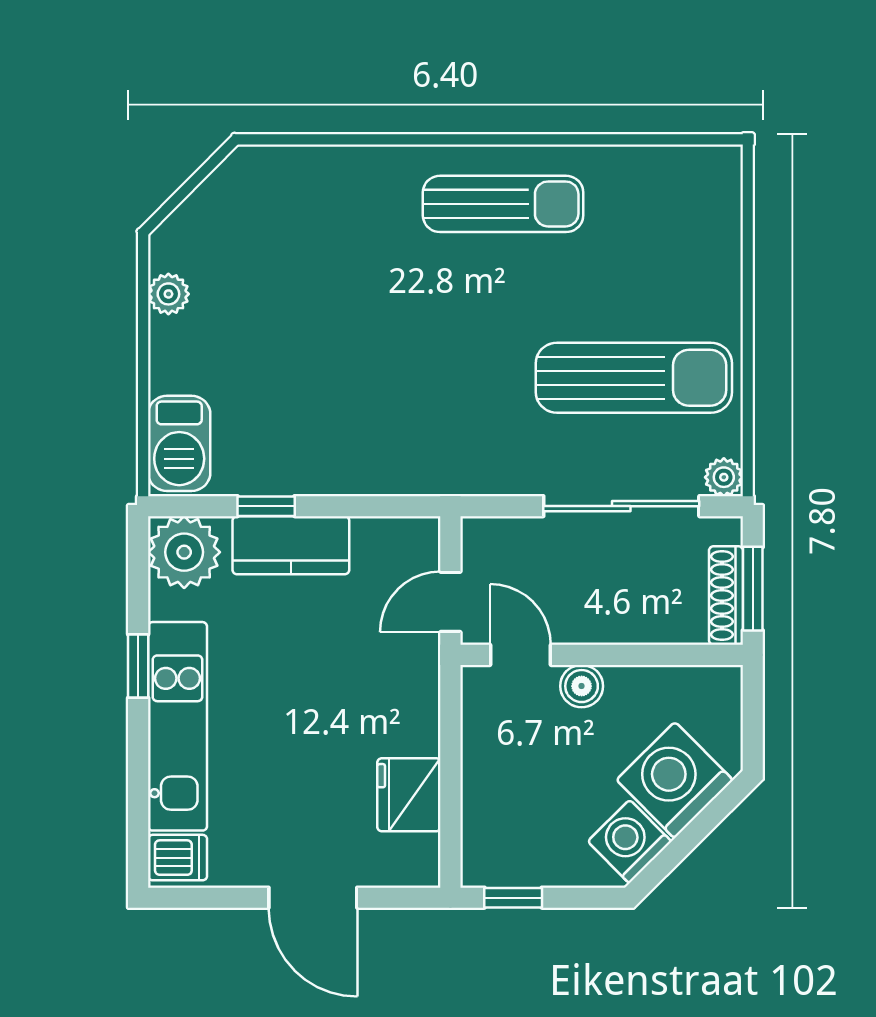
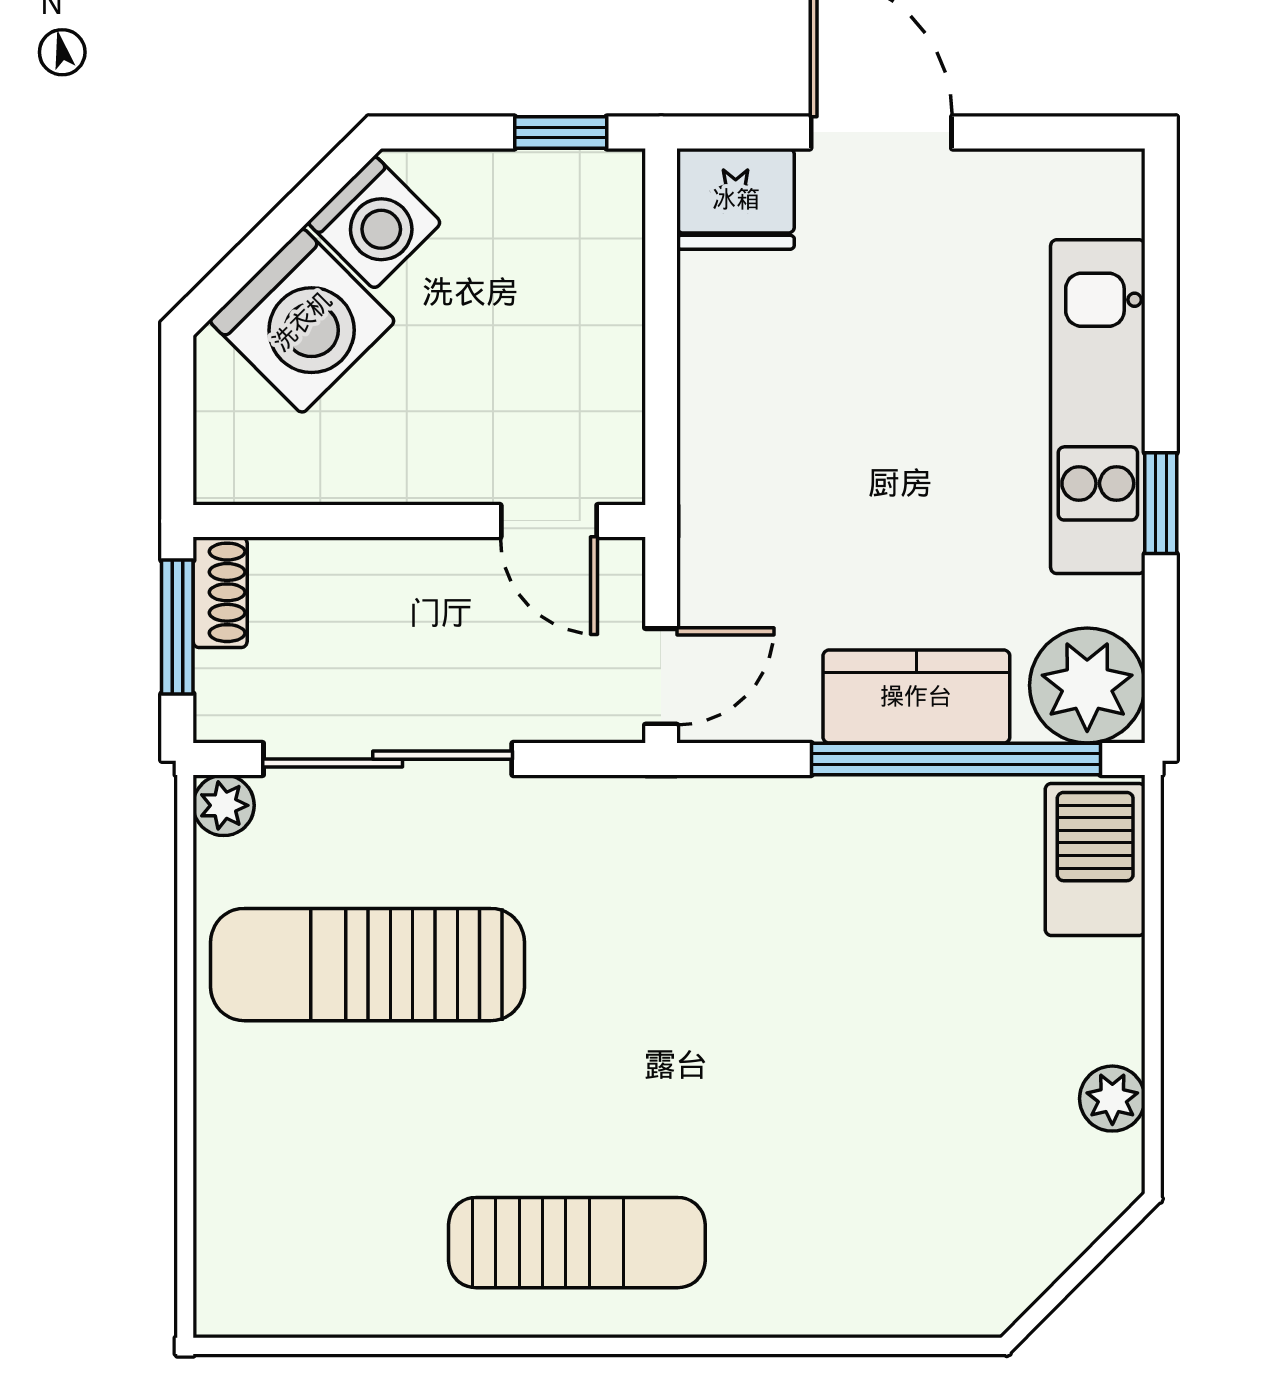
sun lounger: (503, 204) -> (577, 1243), turned 180
window: (266, 506) -> (956, 759), width x3.17
shoe rack: (726, 595) -> (220, 592), width x0.70
door: (450, 602) -> (661, 676), moved
boiler: (582, 686) -> (451, 471), removed
fridge: (409, 795) -> (736, 199), moved, turned 90
dishwasher: (178, 858) -> (1098, 197), removed

